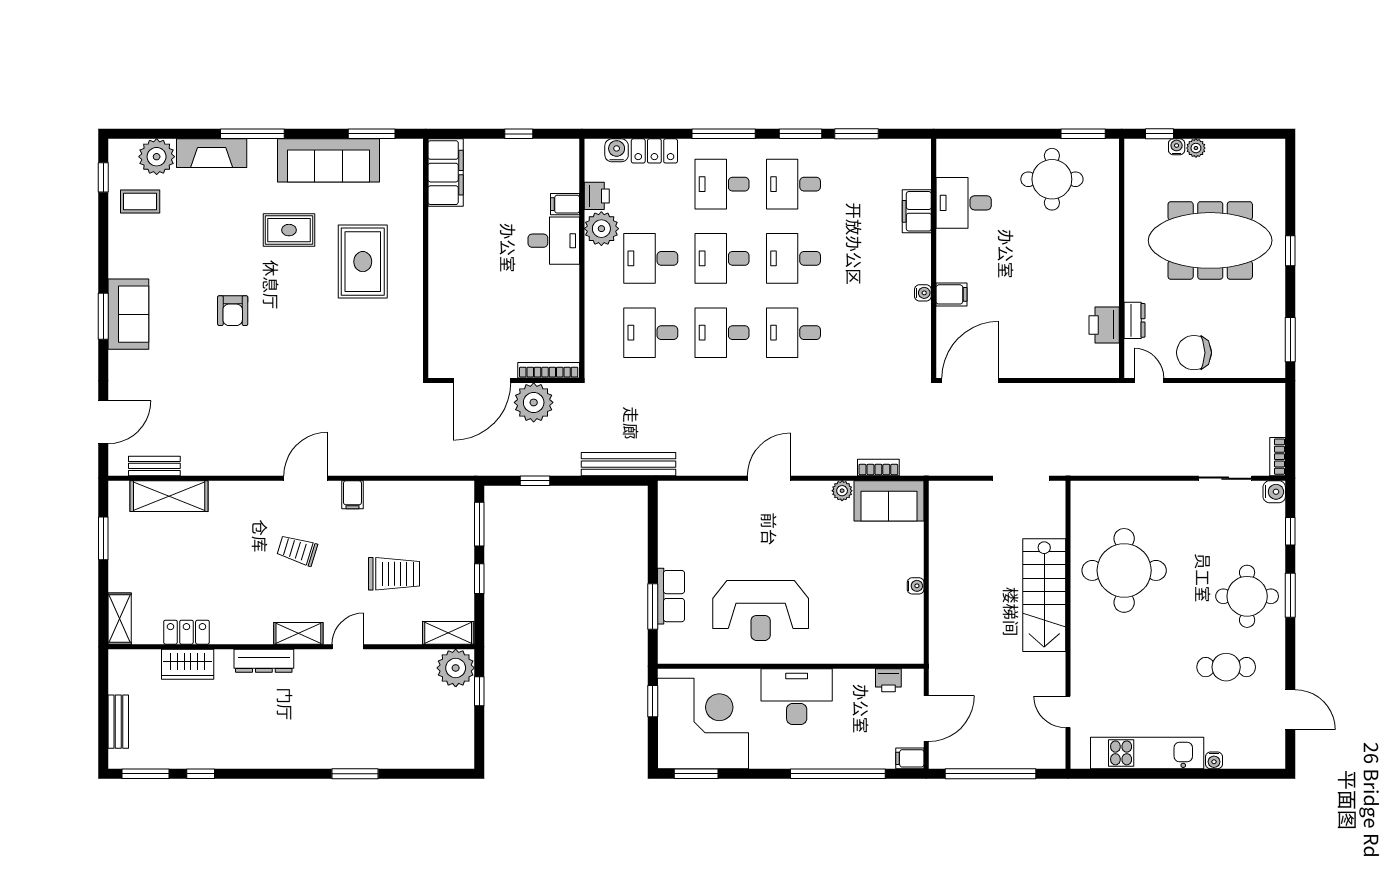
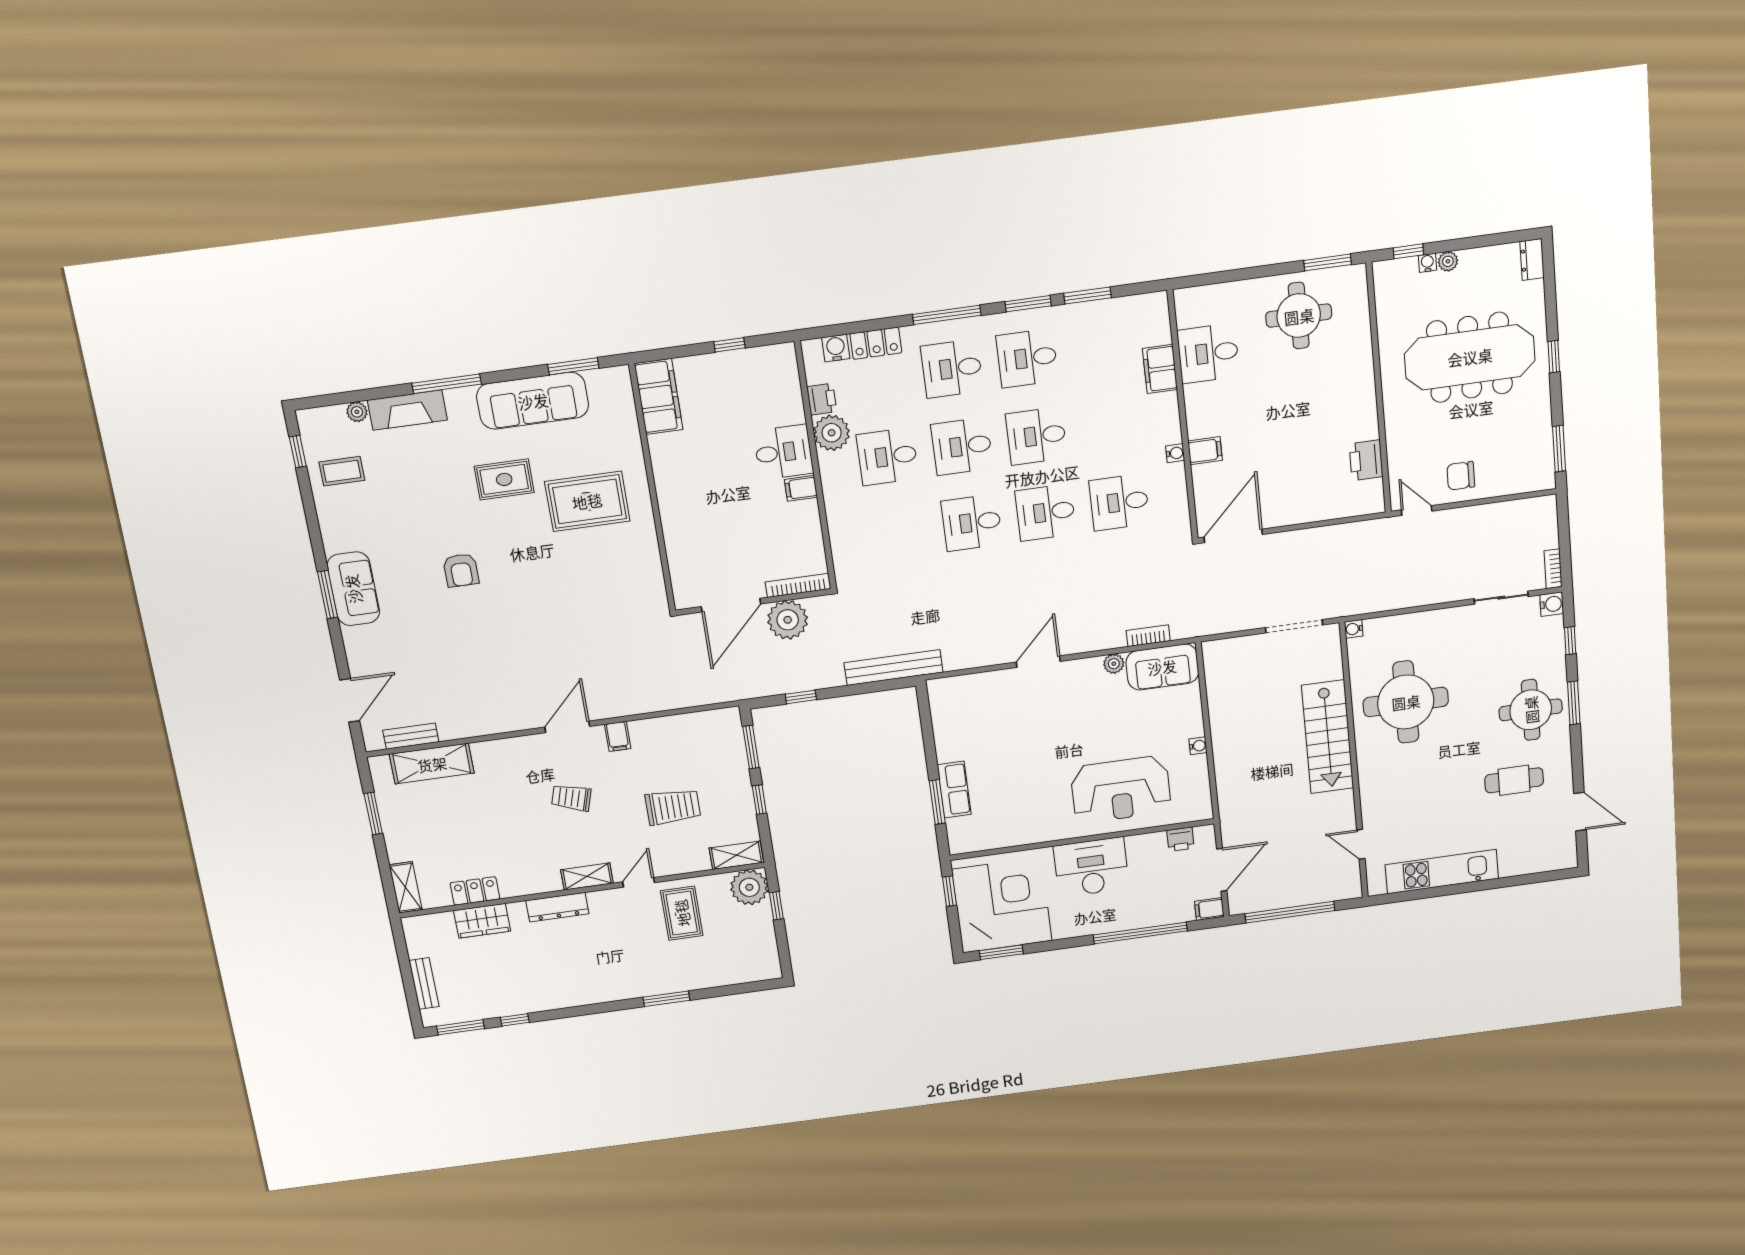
plant: (157, 157) -> (357, 412), width x0.53, depth x0.53
filing cabinet: (565, 204) -> (801, 488), moved
rug: (363, 262) -> (587, 501), turned 90
dresser: (1134, 320) -> (1532, 259), moved, turned 180
desk: (651, 333) -> (1119, 502), moved
chair: (1194, 353) -> (1461, 476), width x0.73, depth x0.73
reception desk: (761, 610) -> (1121, 790), moved
rug: (385, 685) -> (682, 913), added
water cooler: (1214, 760) -> (1354, 629), moved, turned 90

